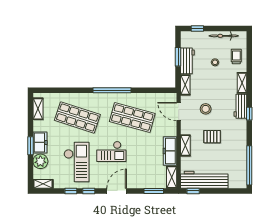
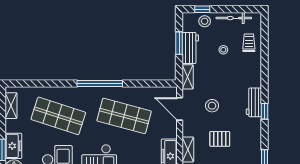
stool: (199, 38) -> (205, 21), added
shelving: (242, 83) -> (256, 74), removed

